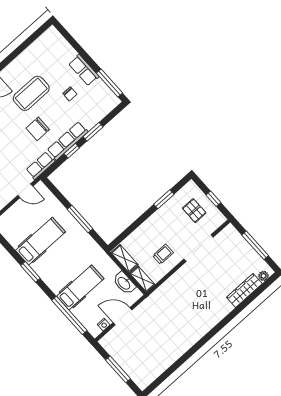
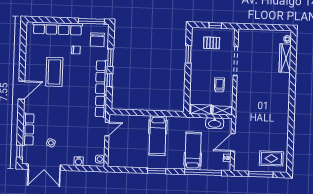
row of seats: (84, 70) -> (58, 29), width x2.02
chair: (38, 129) -> (97, 40), moved
window: (80, 219) -> (154, 113), removed
hospital bed: (40, 241) -> (158, 136), moved, turned 180
window: (255, 245) -> (265, 27), removed
rug: (141, 365) -> (271, 158), added

